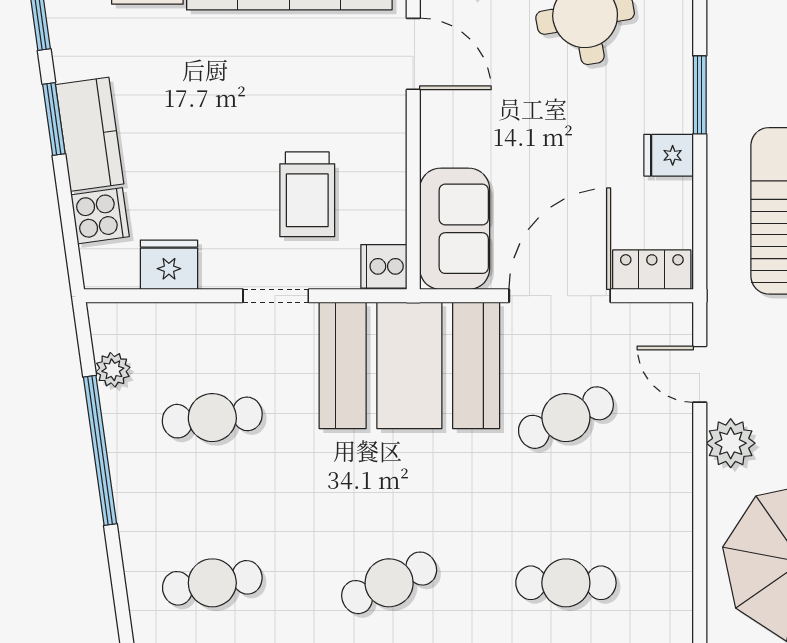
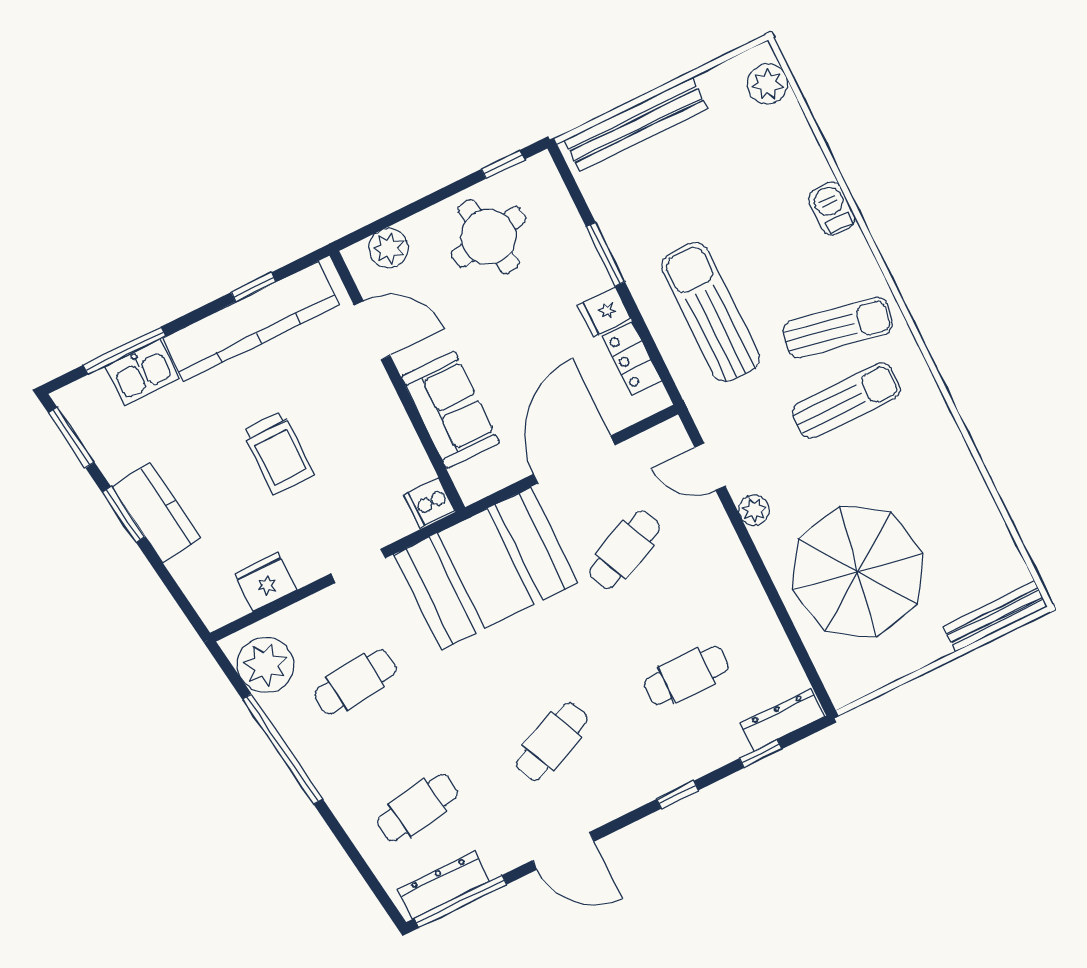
trolley: (307, 194) -> (278, 453), moved
cooker: (100, 216) -> (195, 571), removed
sofa: (455, 229) -> (450, 410), moved
locker: (652, 270) -> (632, 358), moved, turned -90
plant: (113, 370) -> (266, 665), width x1.87, depth x1.87
plant: (731, 443) -> (754, 510), width x0.73, depth x0.73

